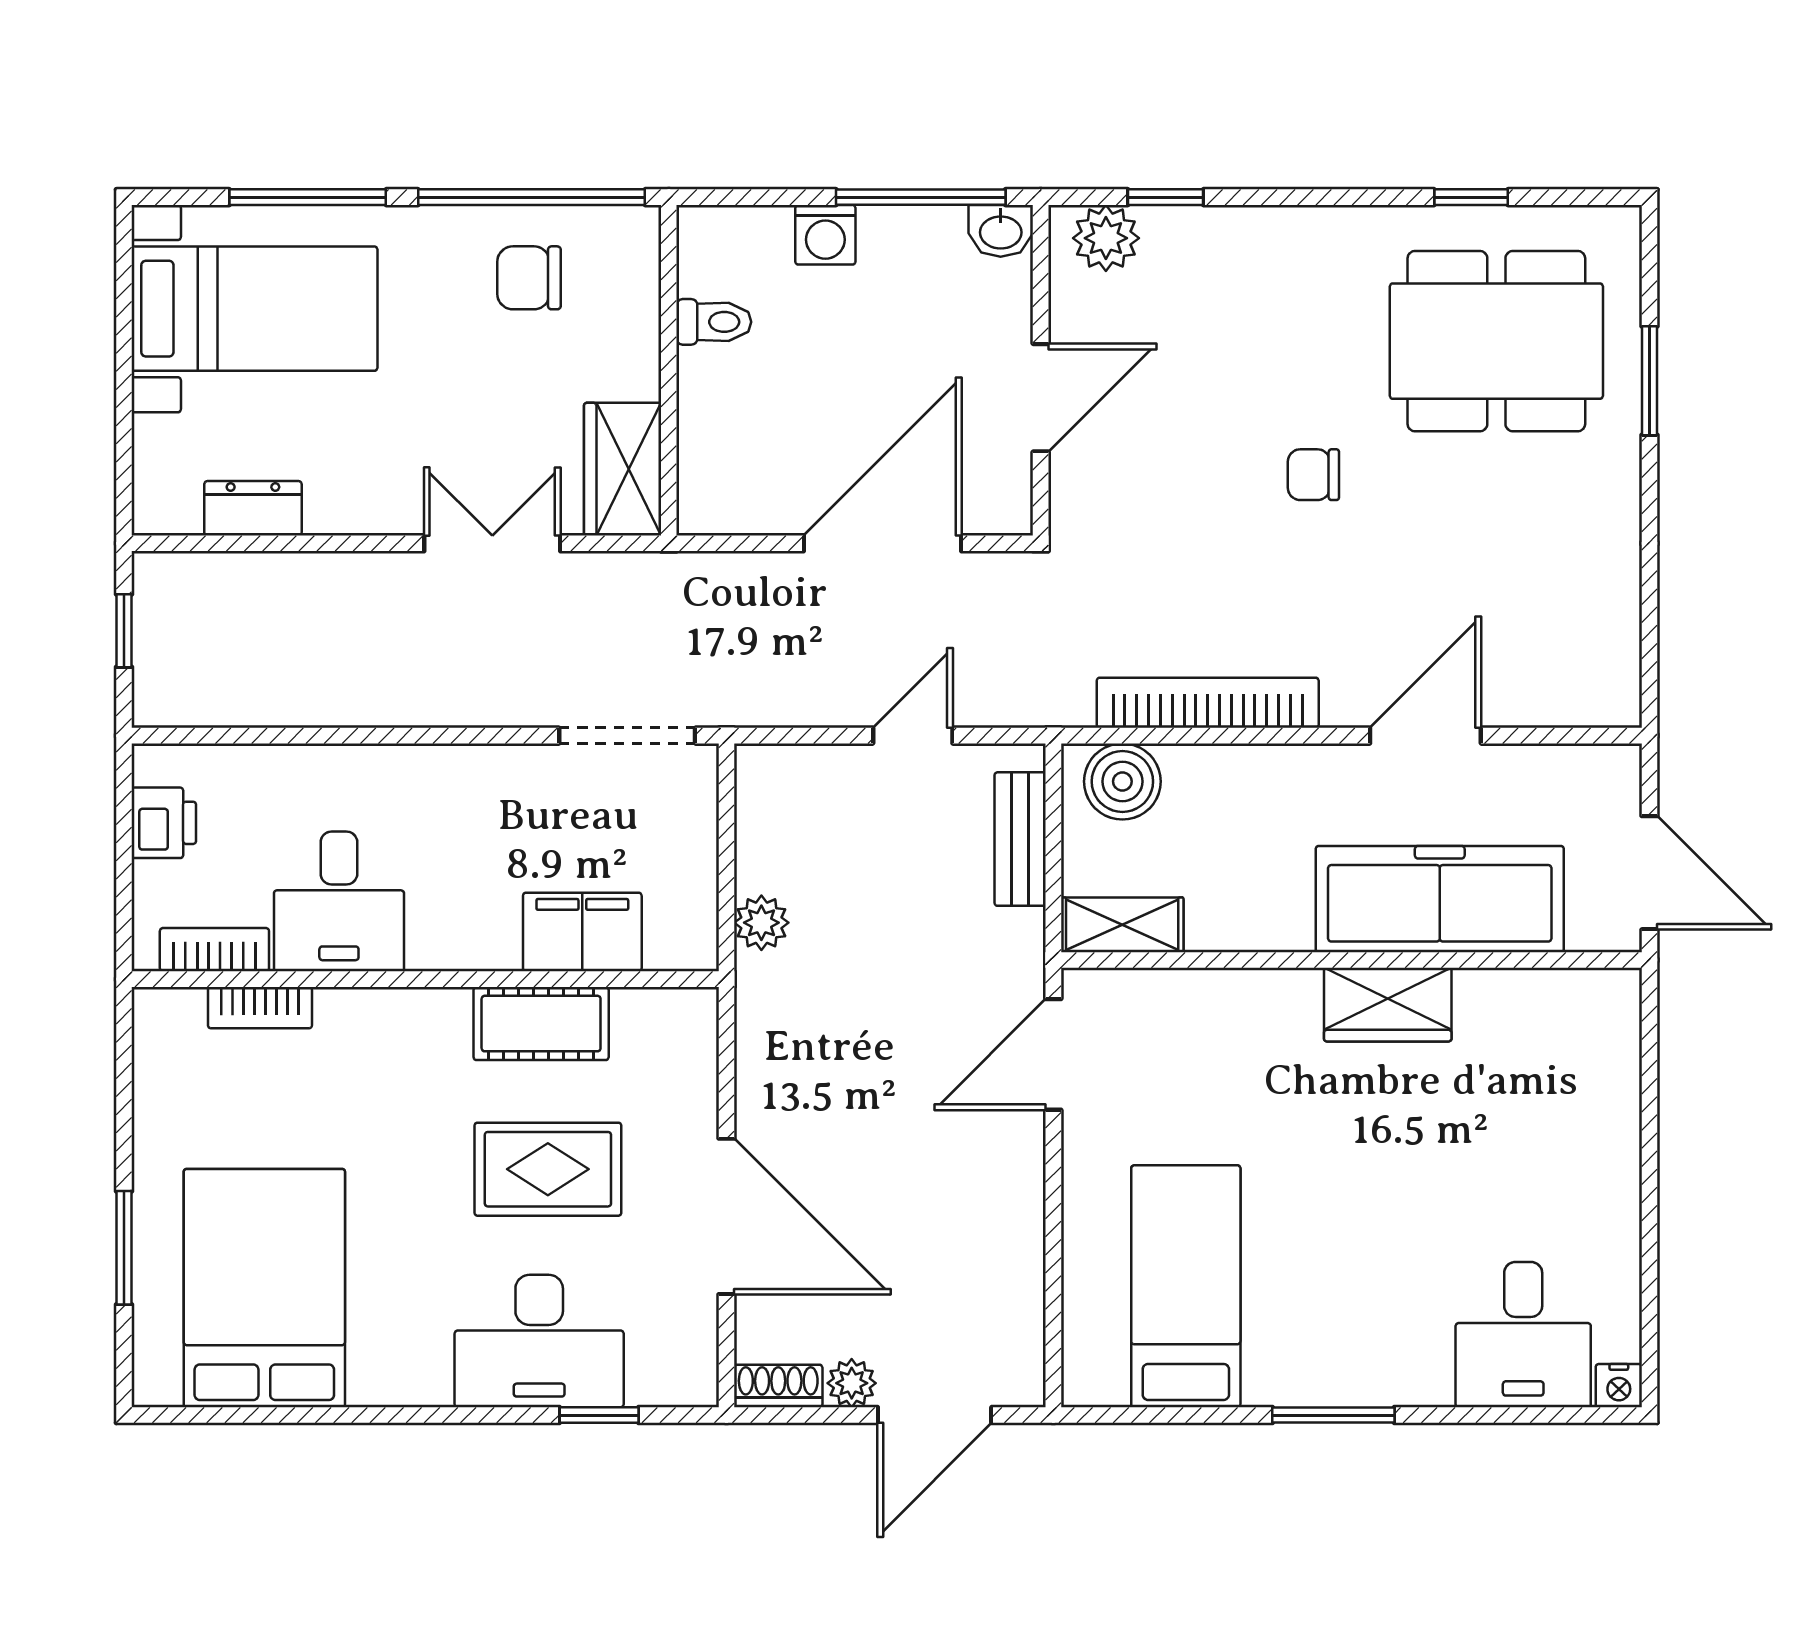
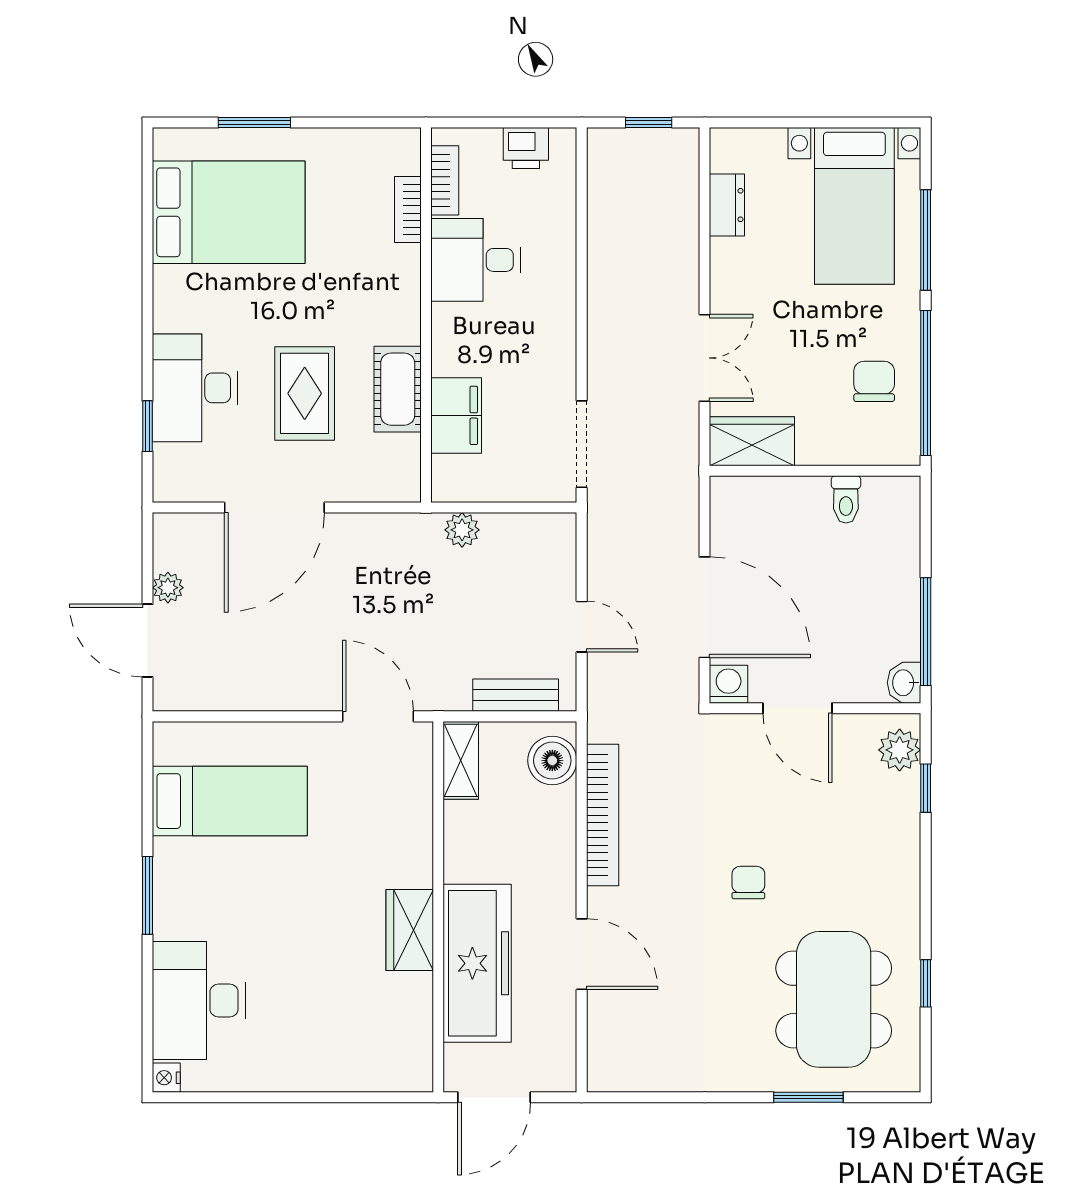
washing machine: (825, 235) -> (729, 684), moved, turned 90
desk: (1523, 1335) -> (199, 1001), width x1.37
shoe rack: (778, 1386) -> (166, 541), removed

